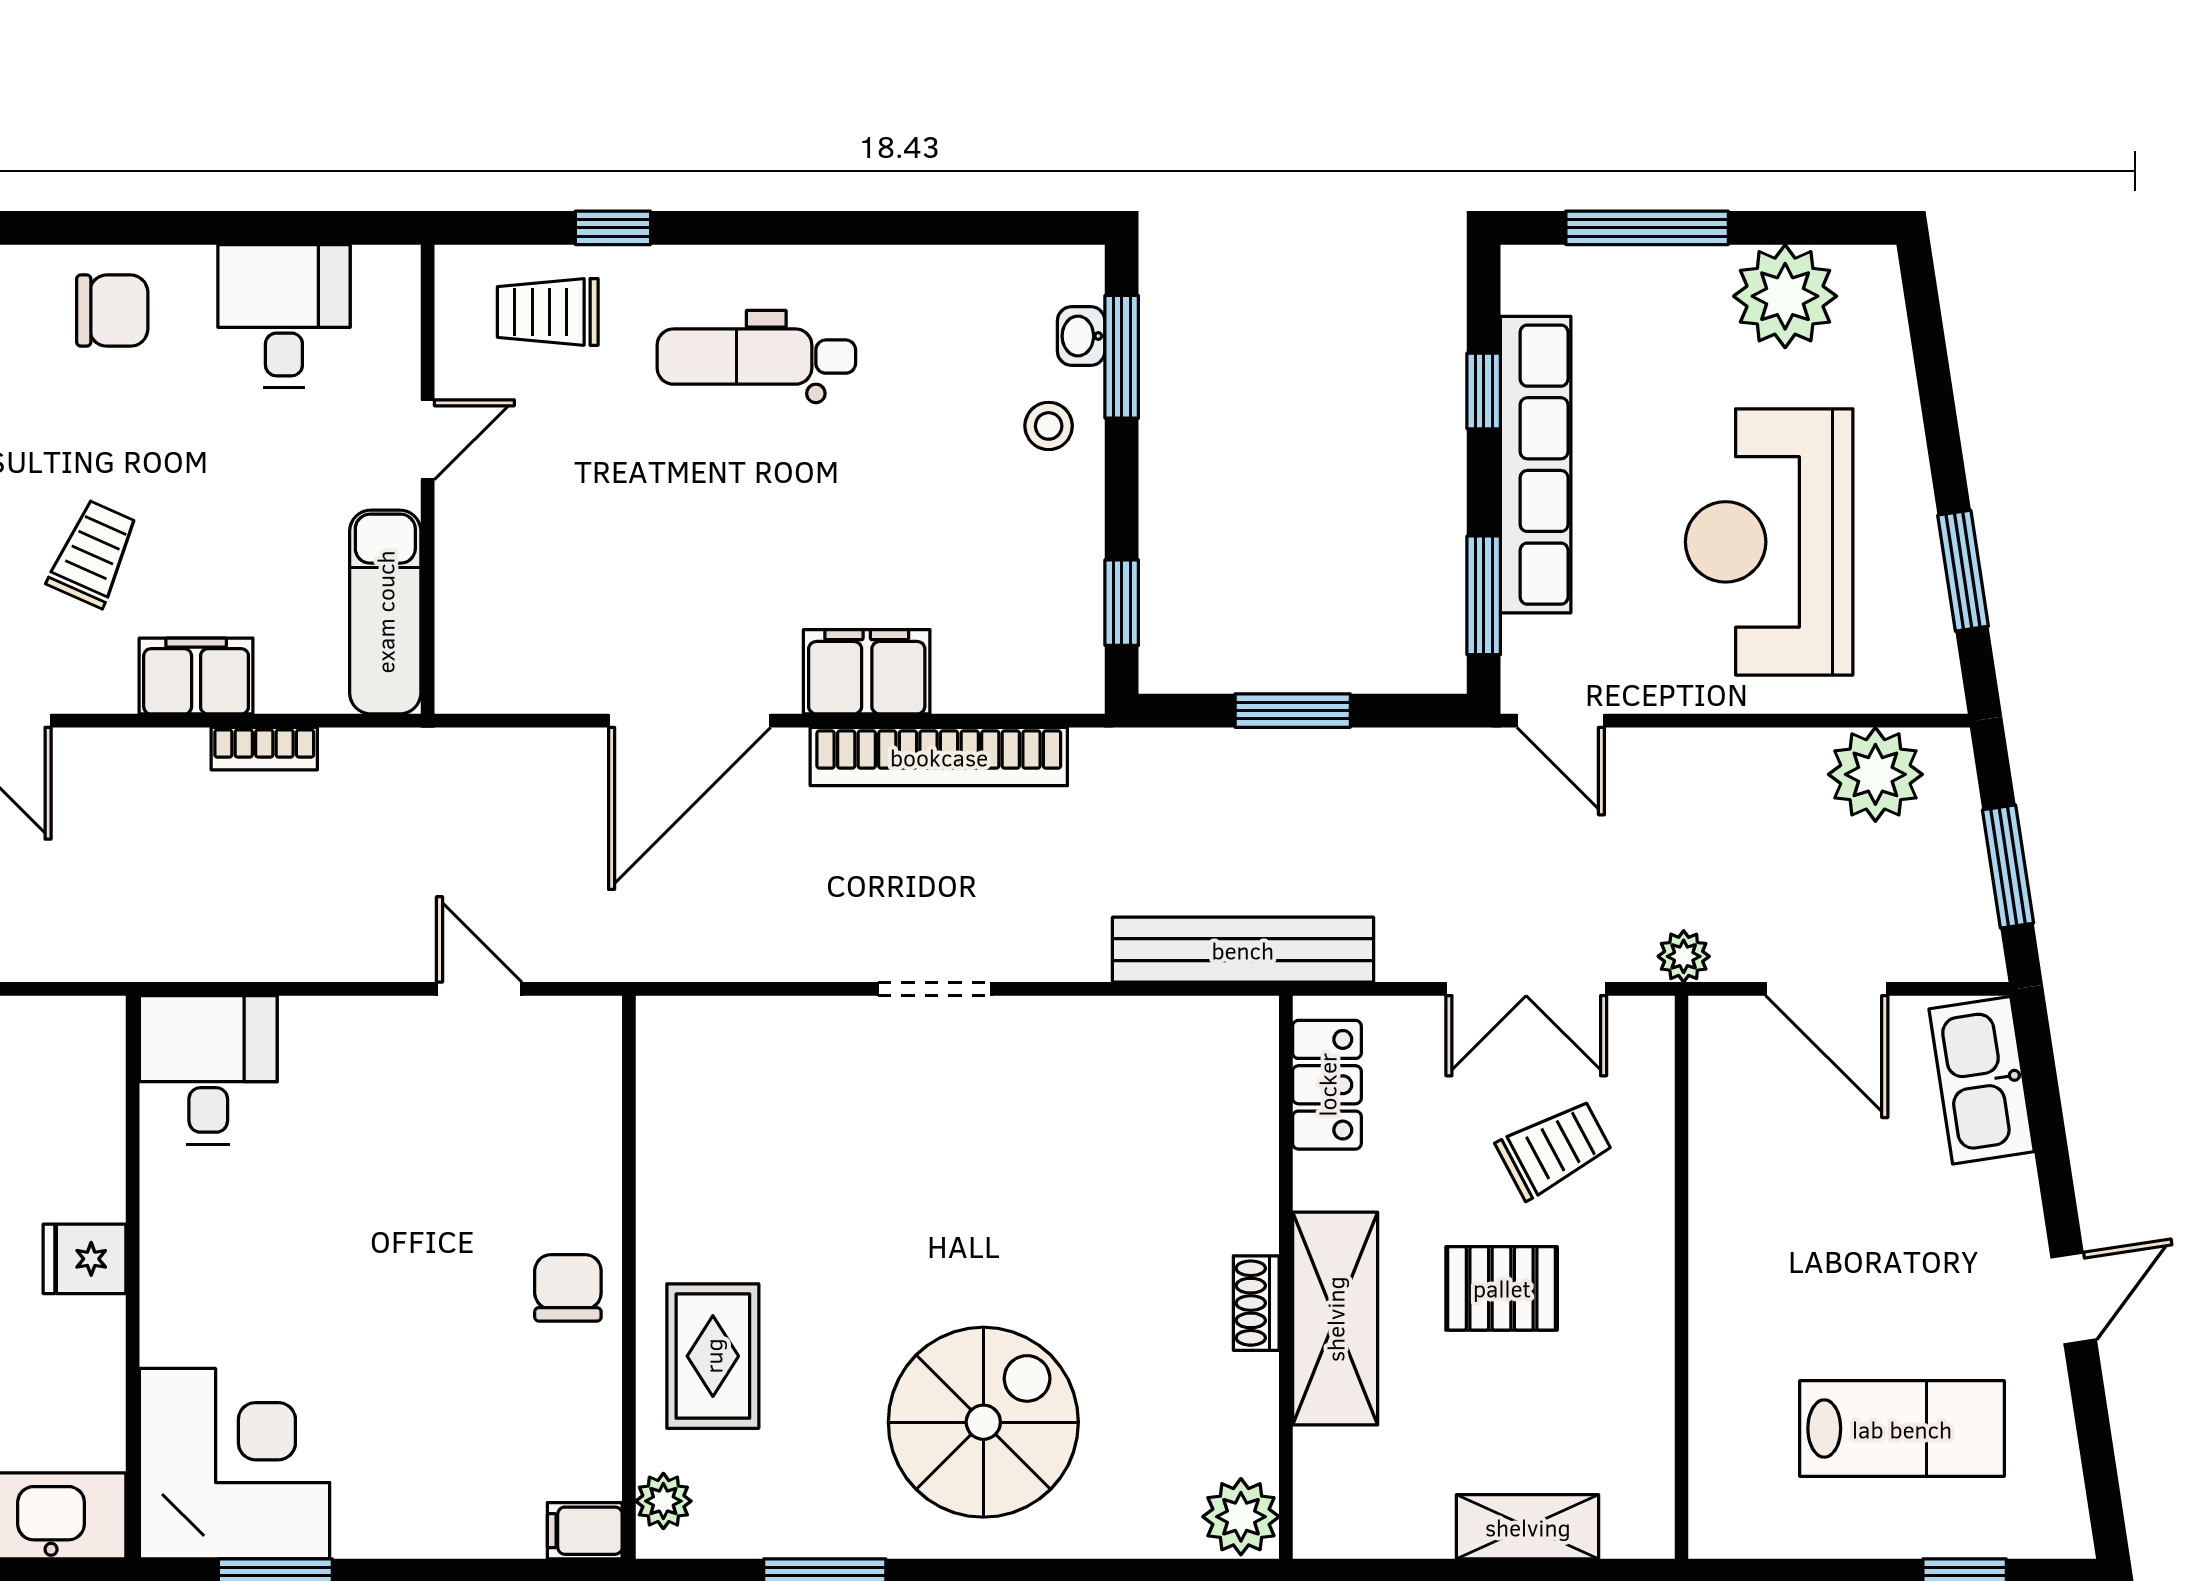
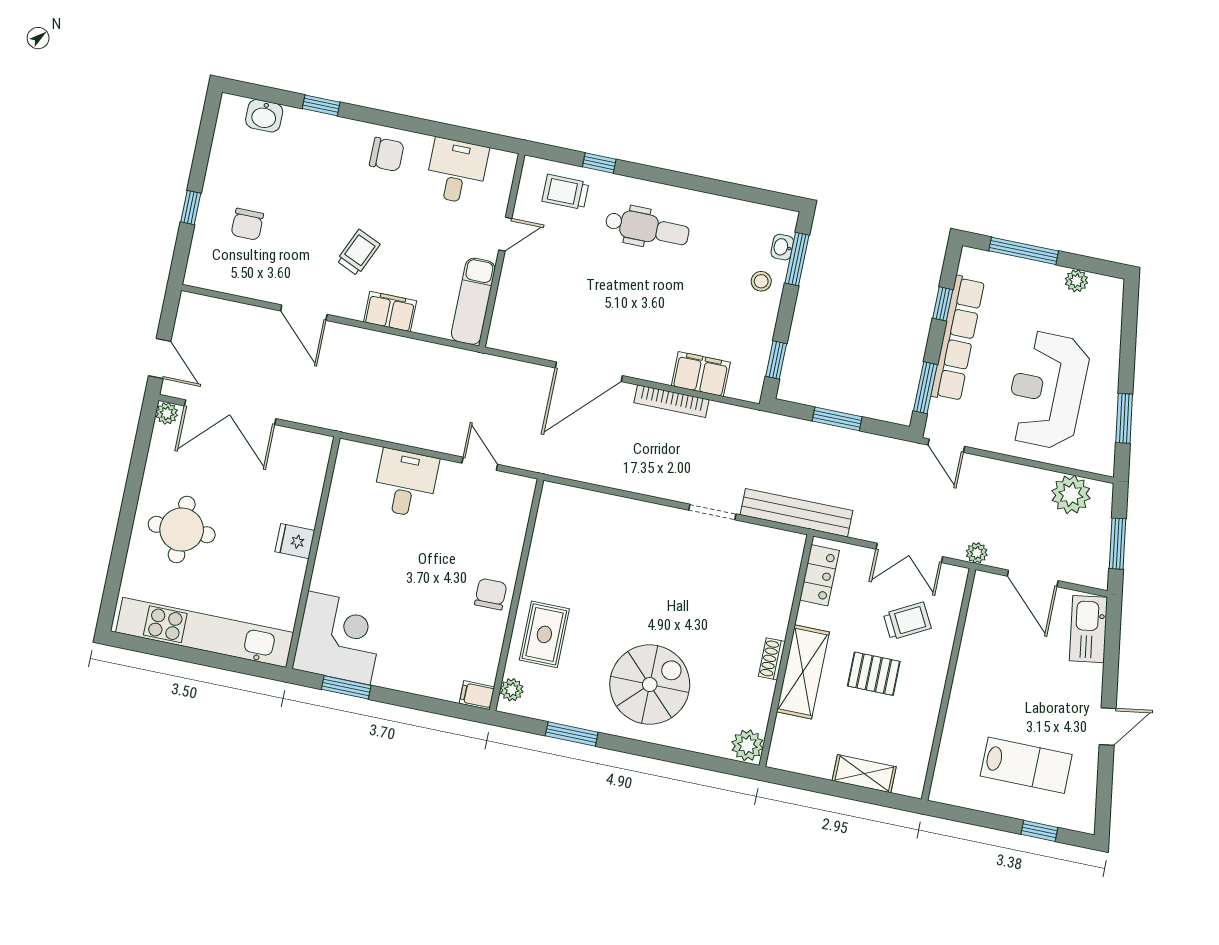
plant: (1785, 296) -> (1076, 281), width x0.53, depth x0.53
dental chair: (756, 357) -> (647, 228), turned 180
filing cabinet: (867, 672) -> (701, 374), moved
bookcase: (264, 749) -> (412, 347), removed
bookcase: (939, 757) -> (672, 401), width x0.68, depth x0.76
doorway: (935, 989) -> (712, 512), moved
desk: (208, 1070) -> (406, 483), moved

